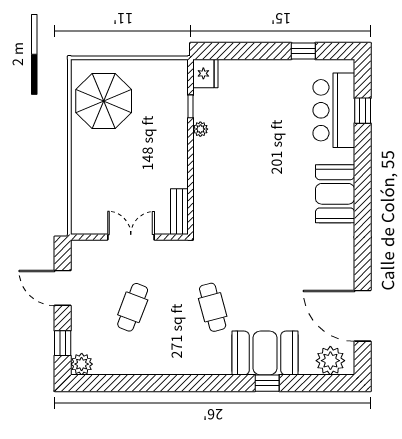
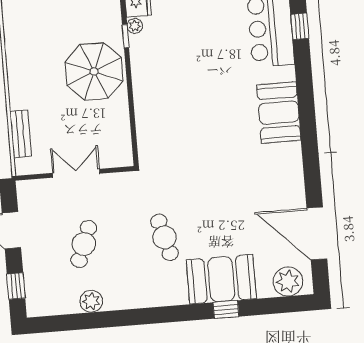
parasol: (104, 101) -> (94, 72), moved
plant: (200, 129) -> (135, 26), moved
bench: (179, 212) -> (21, 134), moved
plant: (82, 364) -> (91, 301), moved

